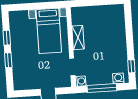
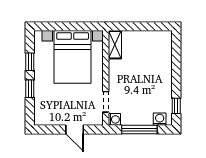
bed with nightstands: (49, 31) -> (73, 57), width x1.36
shelving: (78, 38) -> (115, 45), moved

